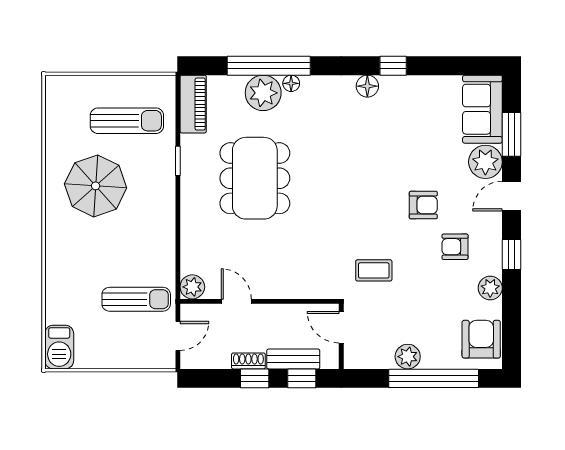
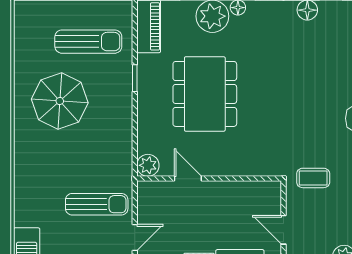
plant: (192, 287) -> (148, 165), moved
door: (236, 301) -> (188, 179), moved
wall: (260, 301) -> (209, 179), moved

